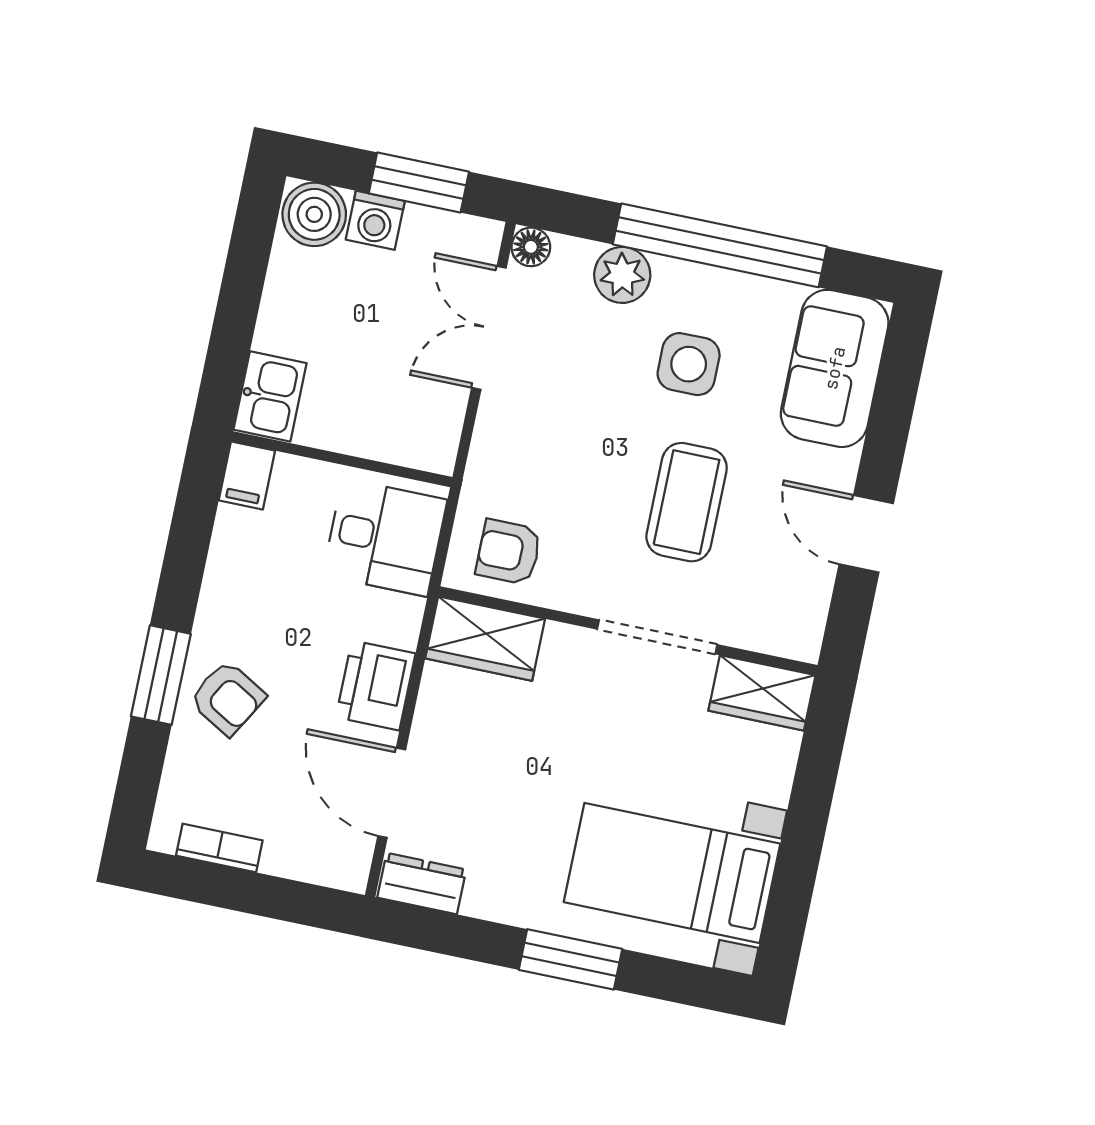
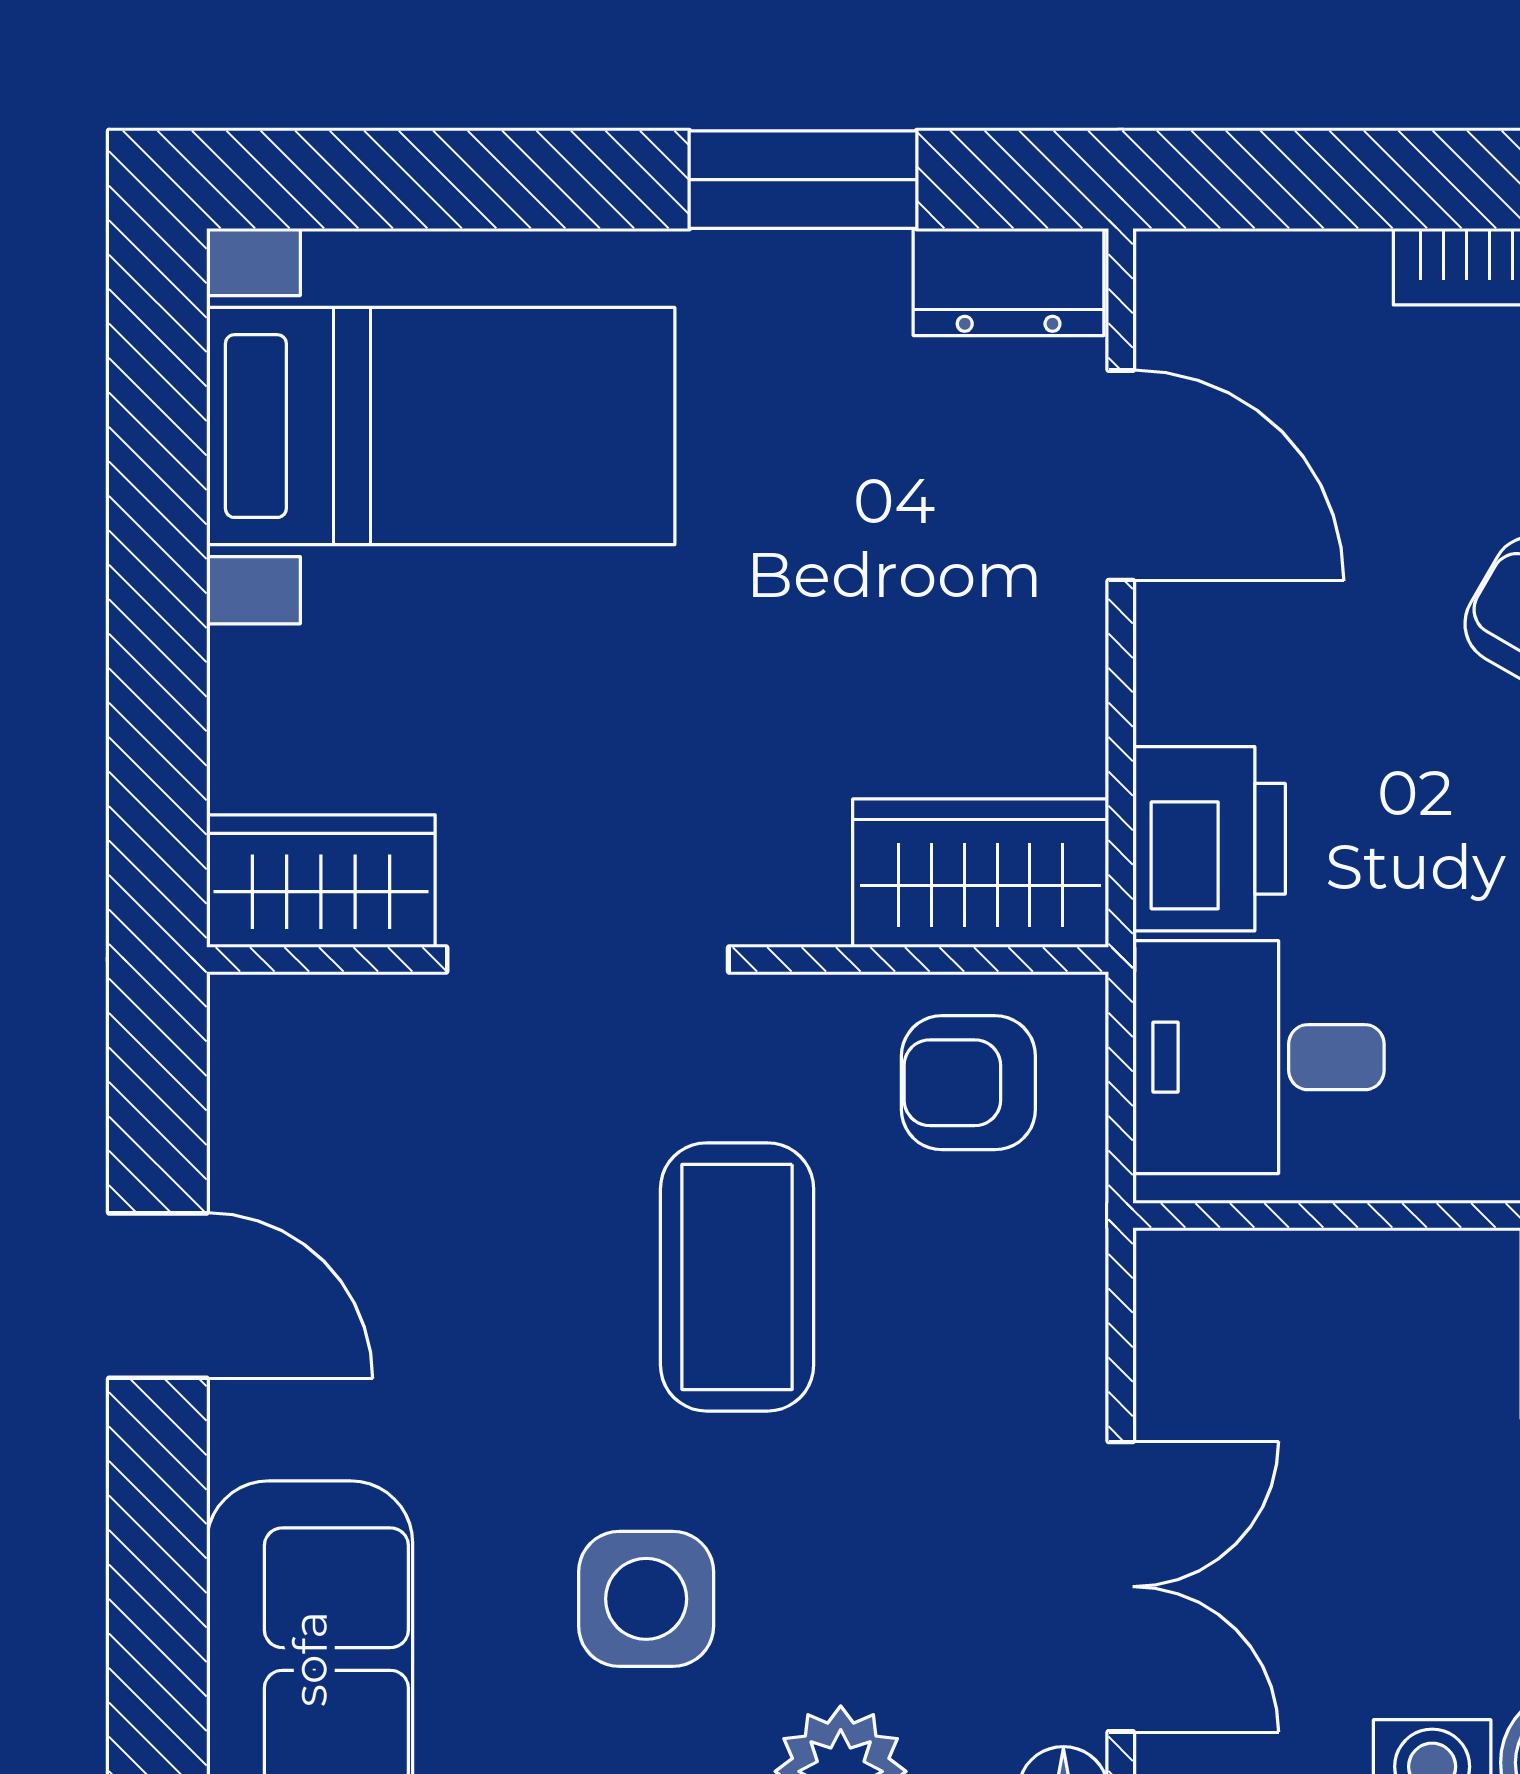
coffee table: (687, 502) -> (737, 1277), moved
armchair: (509, 552) -> (968, 1083), turned 180
printer: (376, 685) -> (1209, 839), moved
window: (571, 959) -> (803, 180), moved

